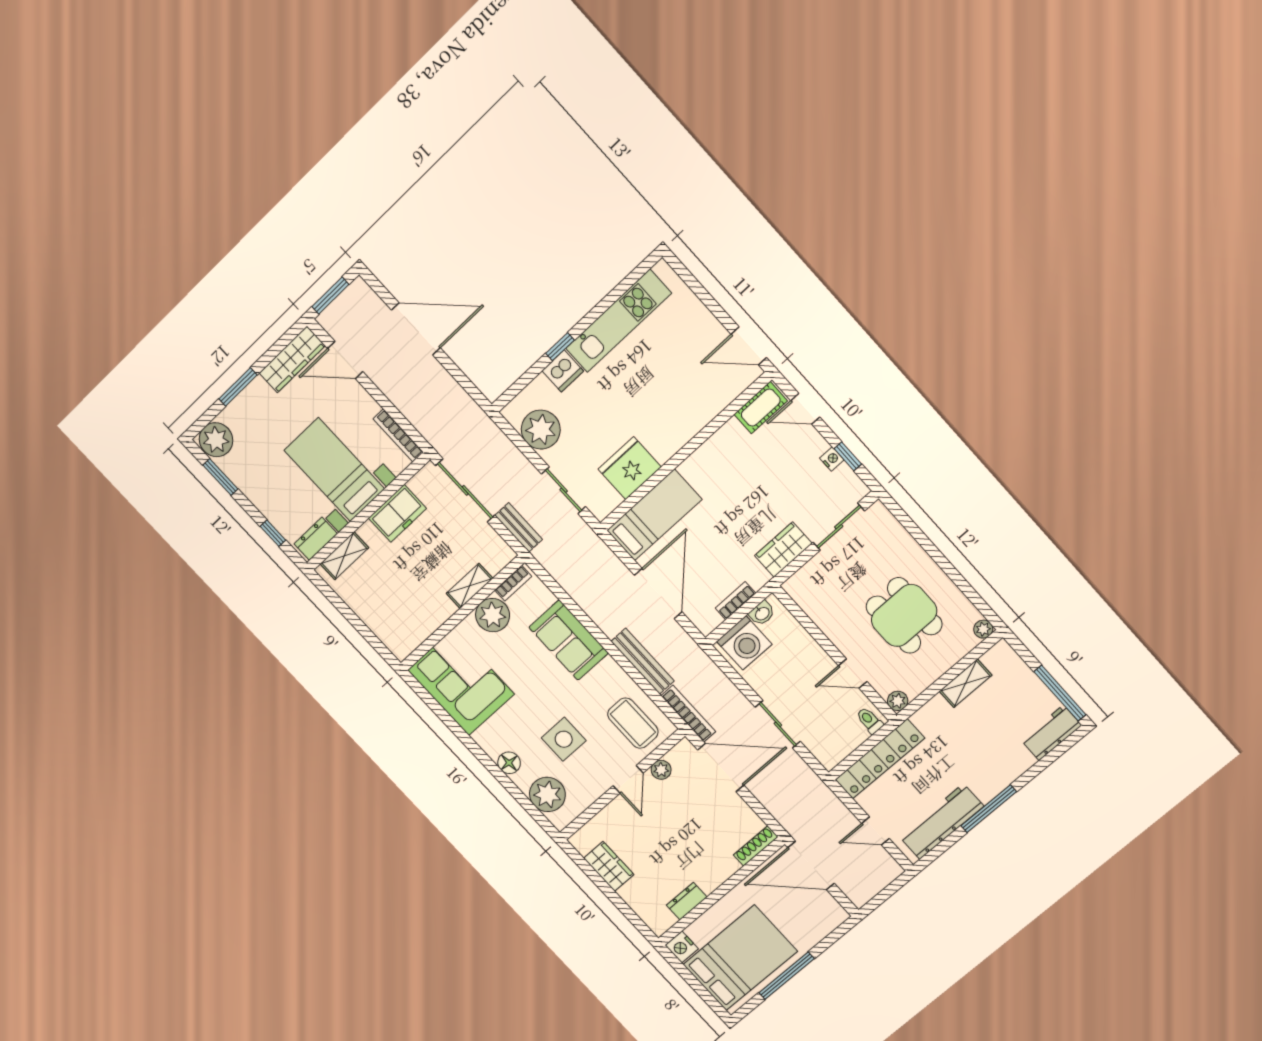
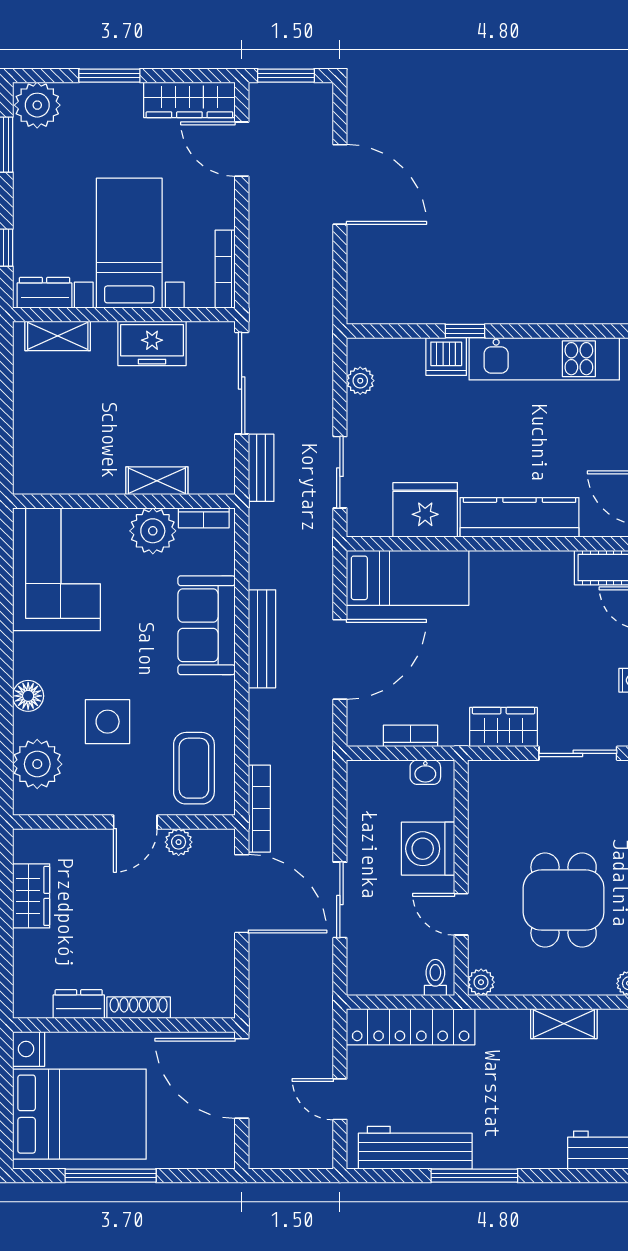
kitchen counter: (686, 424) -> (520, 517), added
plant: (541, 430) -> (360, 381), width x0.53, depth x0.53
washing machine: (744, 643) -> (428, 849), moved, turned 90
bench: (643, 661) -> (262, 639), moved
shoe rack: (756, 846) -> (139, 1008), moved

